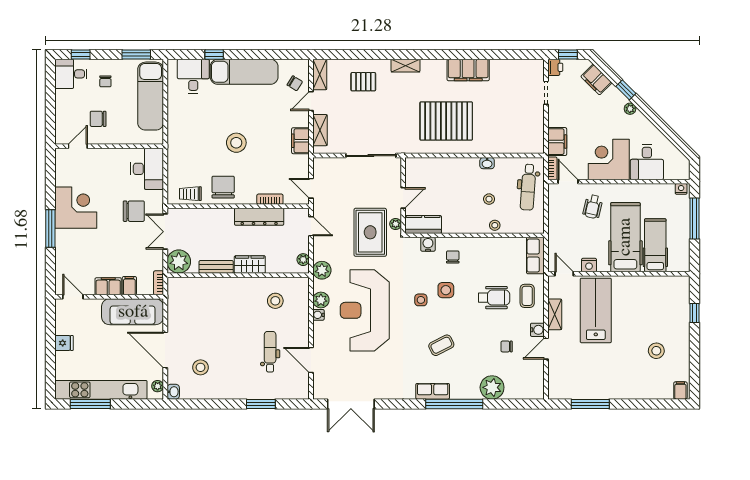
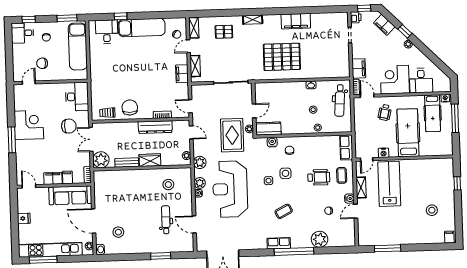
stool: (236, 143) -> (138, 77), removed
hospital bed: (655, 245) -> (433, 113), moved, turned 180
door: (564, 274) -> (367, 159), swing flipped

